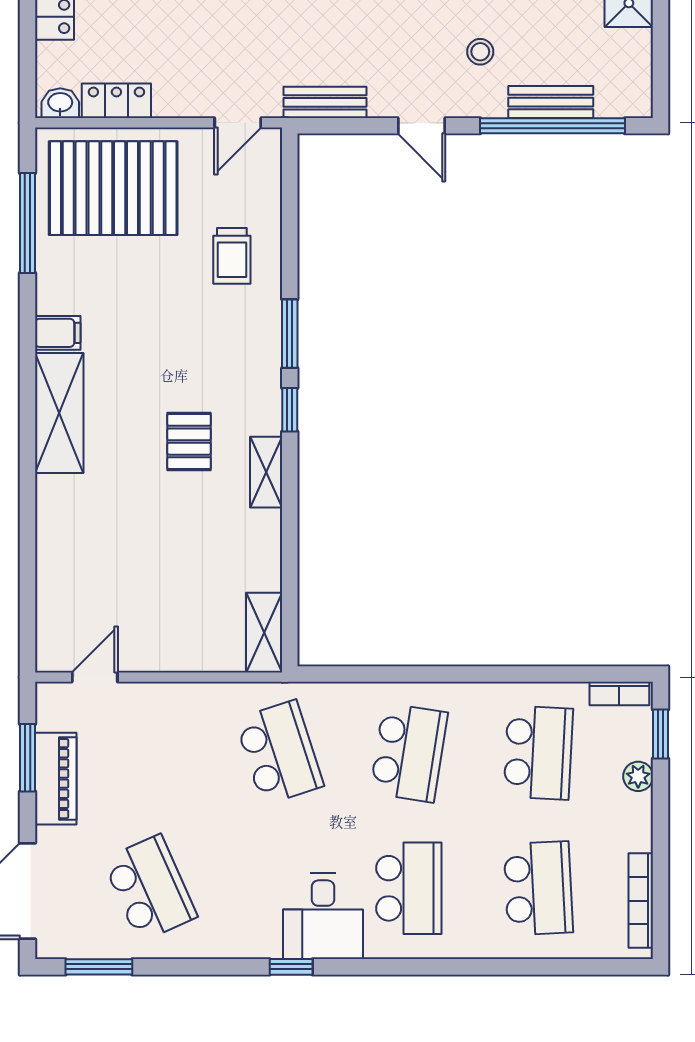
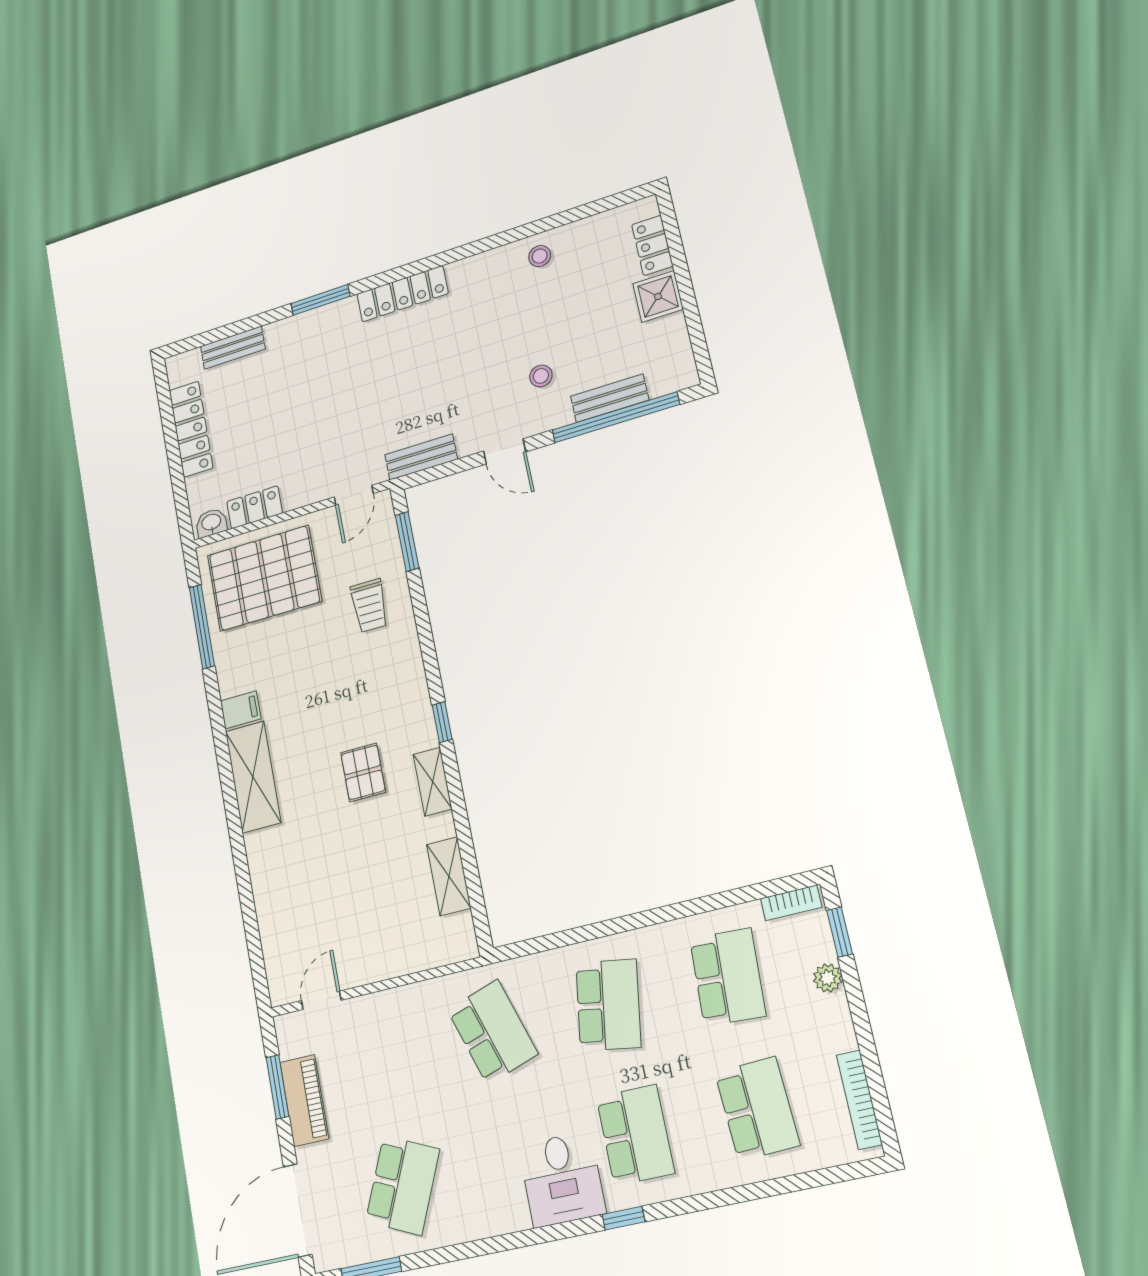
window: (290, 334) -> (407, 542), moved
shelving: (264, 633) -> (449, 876), moved
school desk: (150, 888) -> (403, 1185), turned 48
window: (291, 967) -> (623, 1218), moved

